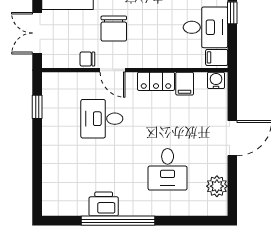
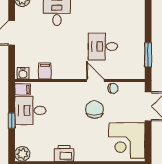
locker: (156, 81) -> (65, 73), removed
window: (37, 107) -> (148, 55), width x1.50
desk: (102, 119) -> (103, 46), turned 180

